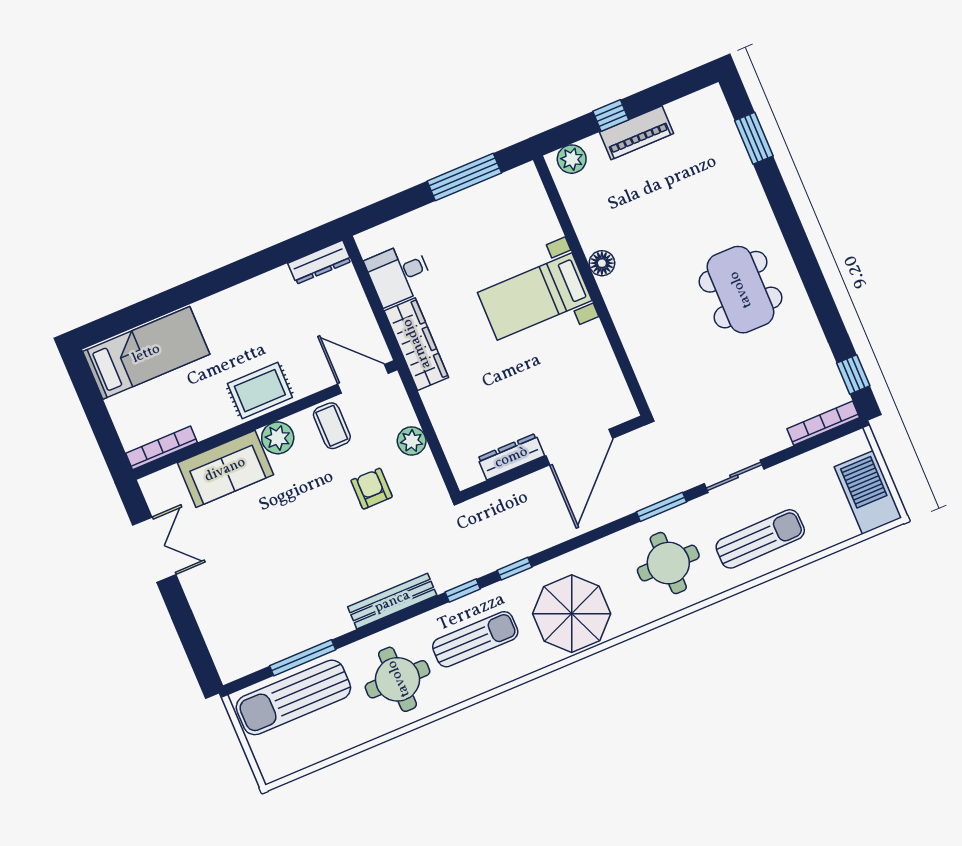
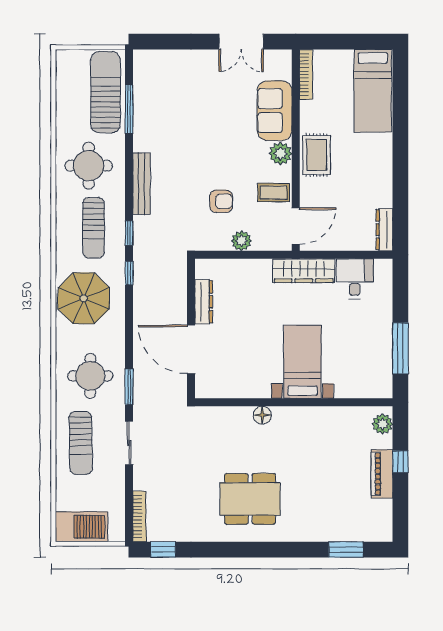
floor lamp: (602, 263) -> (262, 415), moved

